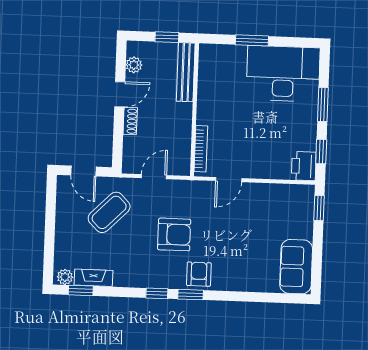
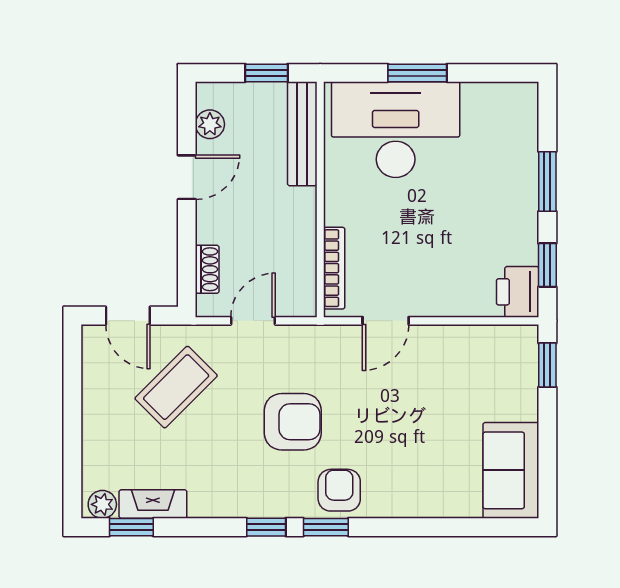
desk: (283, 74) -> (396, 130), moved
shoe rack: (130, 121) -> (207, 269), moved

